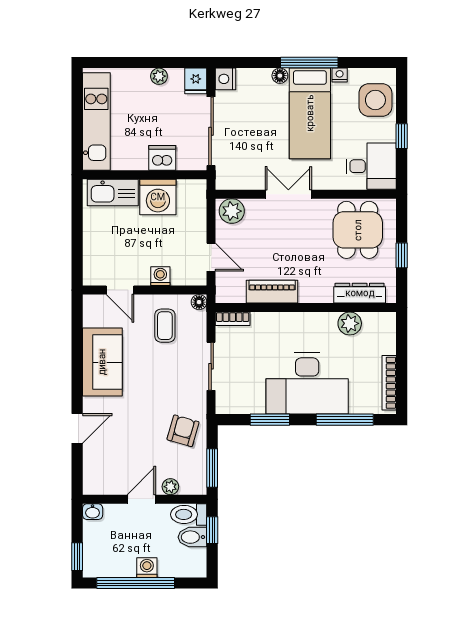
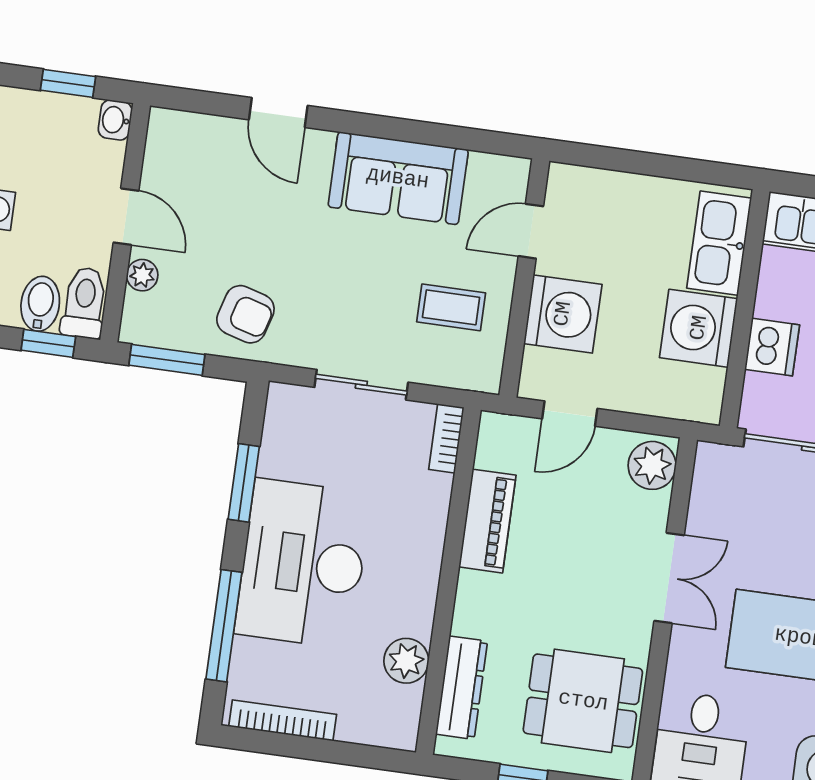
washing machine: (160, 276) -> (563, 314), width x1.89, depth x1.89
floor lamp: (199, 302) -> (487, 379), removed
window: (77, 557) -> (68, 83), moved

